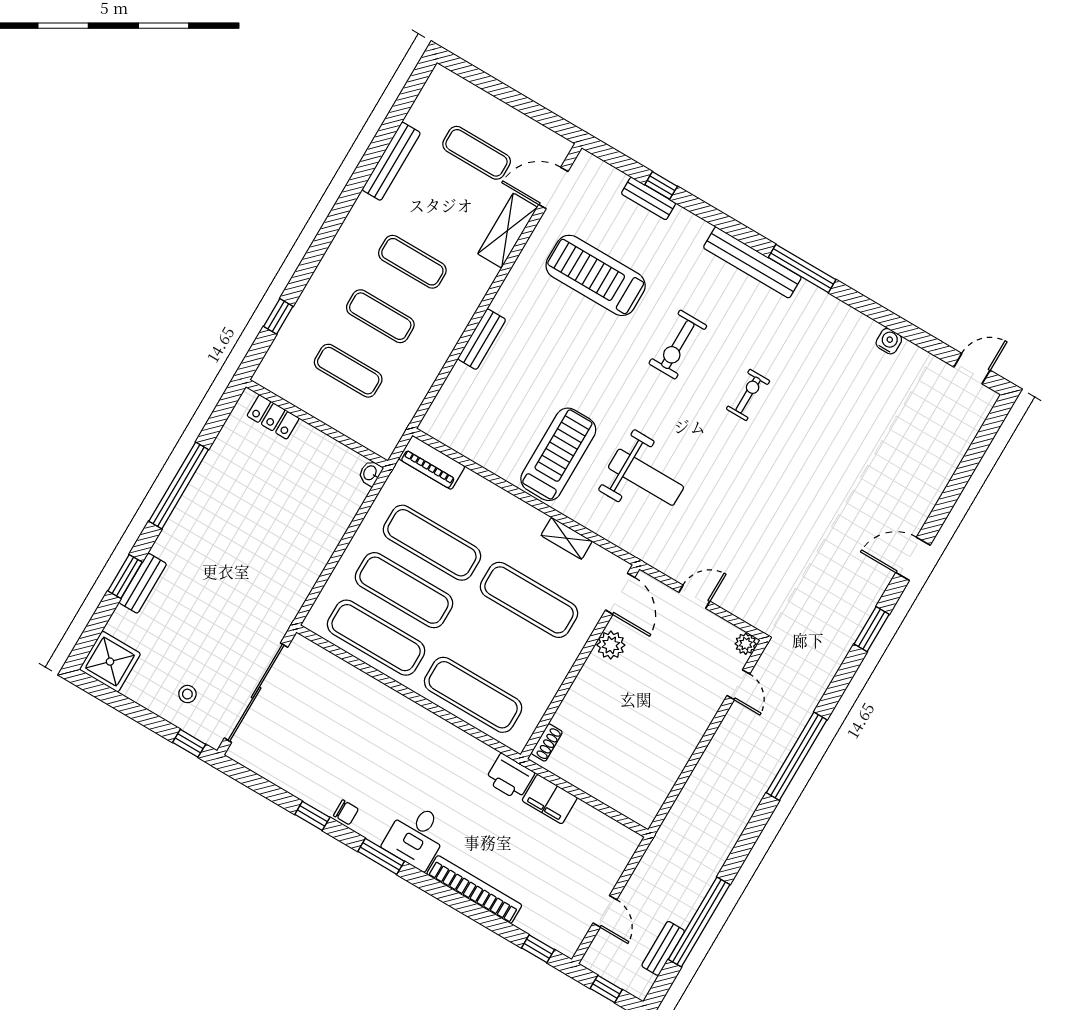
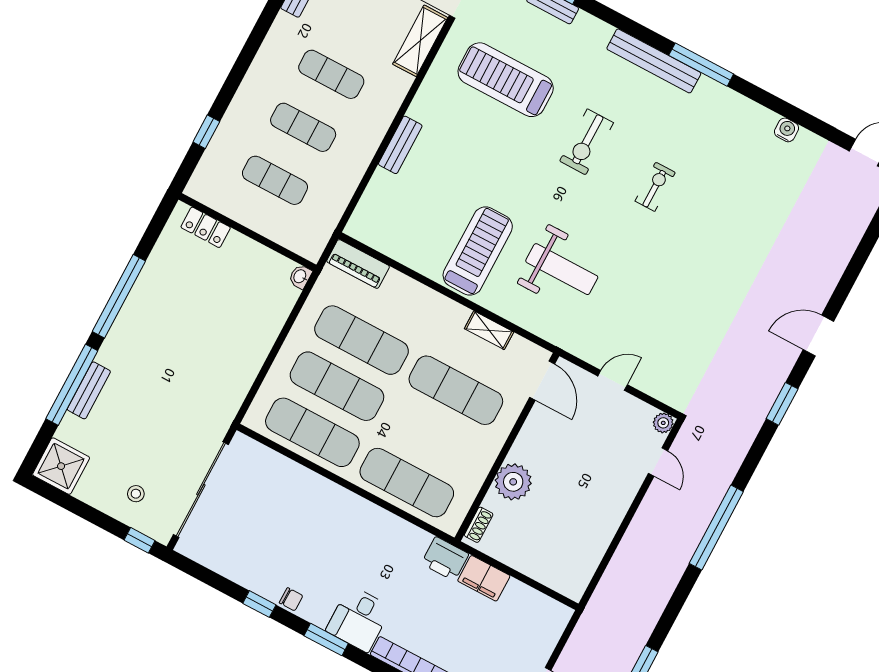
window: (125, 577) -> (72, 385), width x2.11
plant: (611, 645) -> (513, 482), moved, width x1.36, depth x1.36

